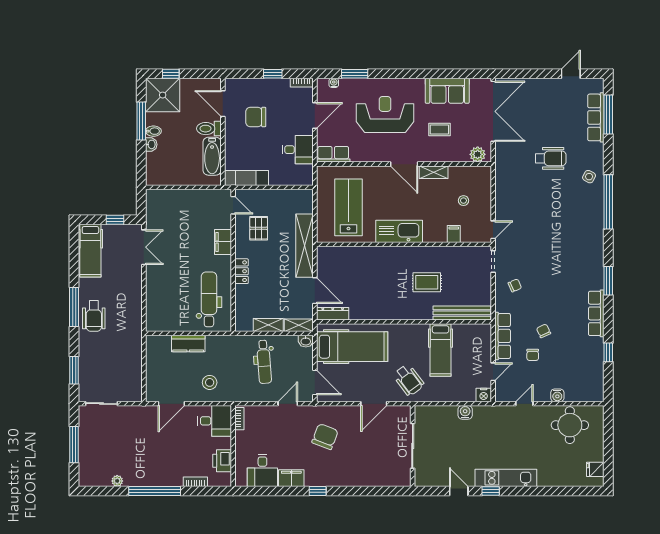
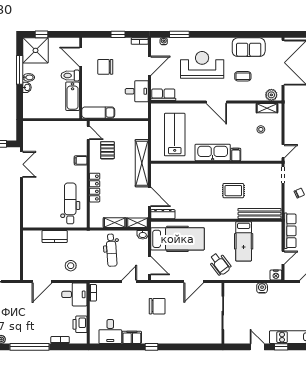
shelving: (434, 172) -> (267, 108), moved
filing cabinet: (454, 234) -> (236, 155), moved
filing cabinet: (223, 242) -> (81, 160), width x0.50
locker: (241, 271) -> (95, 188), width x1.53
chair: (325, 437) -> (157, 306), turned 69

